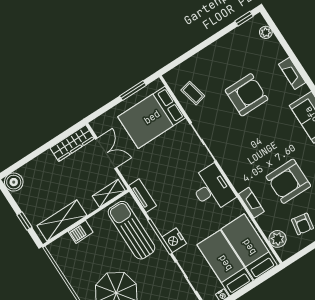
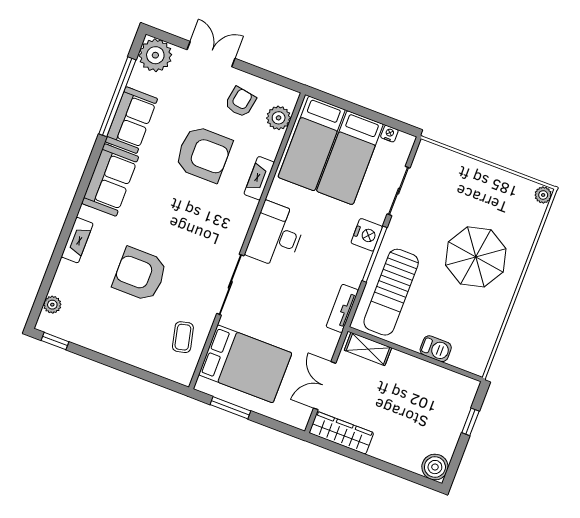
shelving: (62, 220) -> (438, 380), removed

